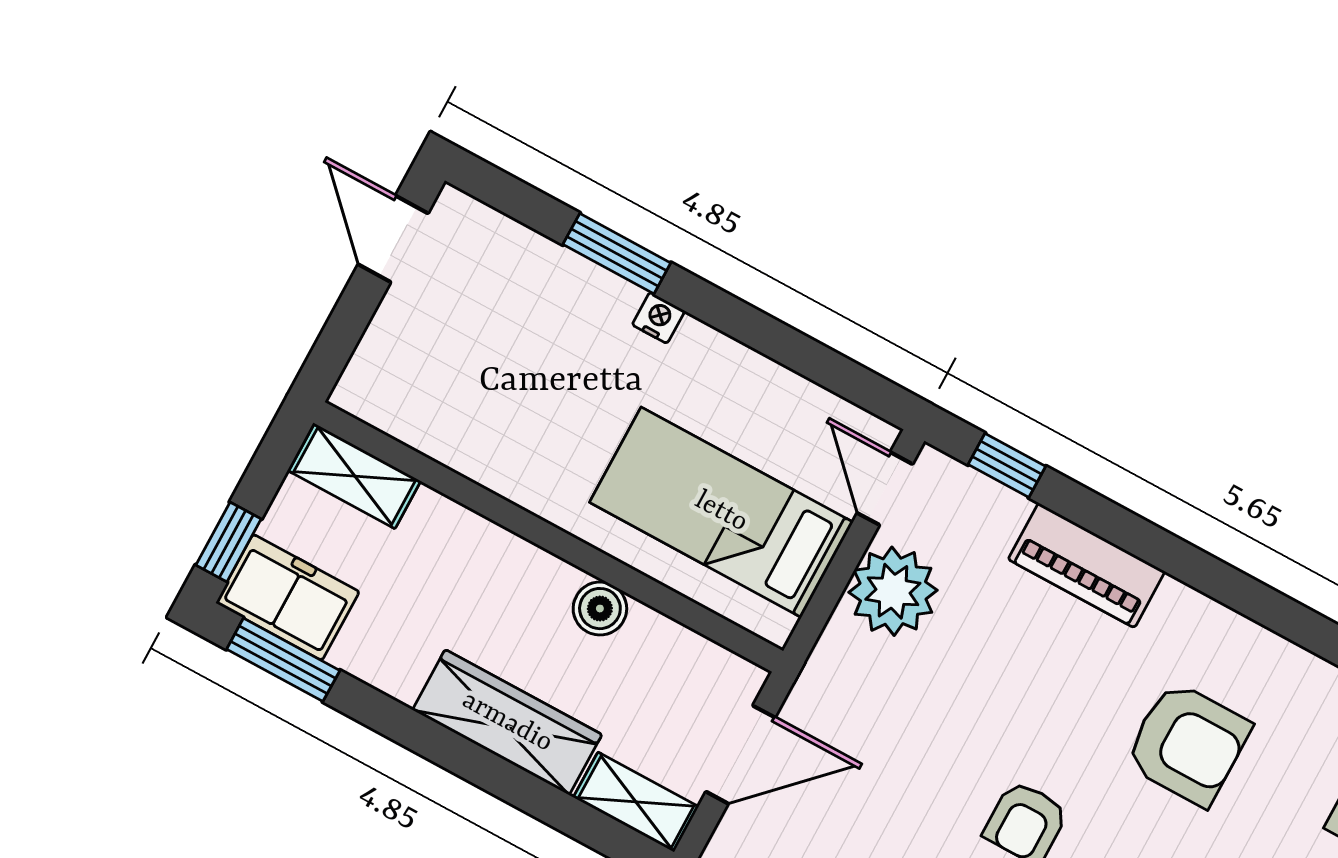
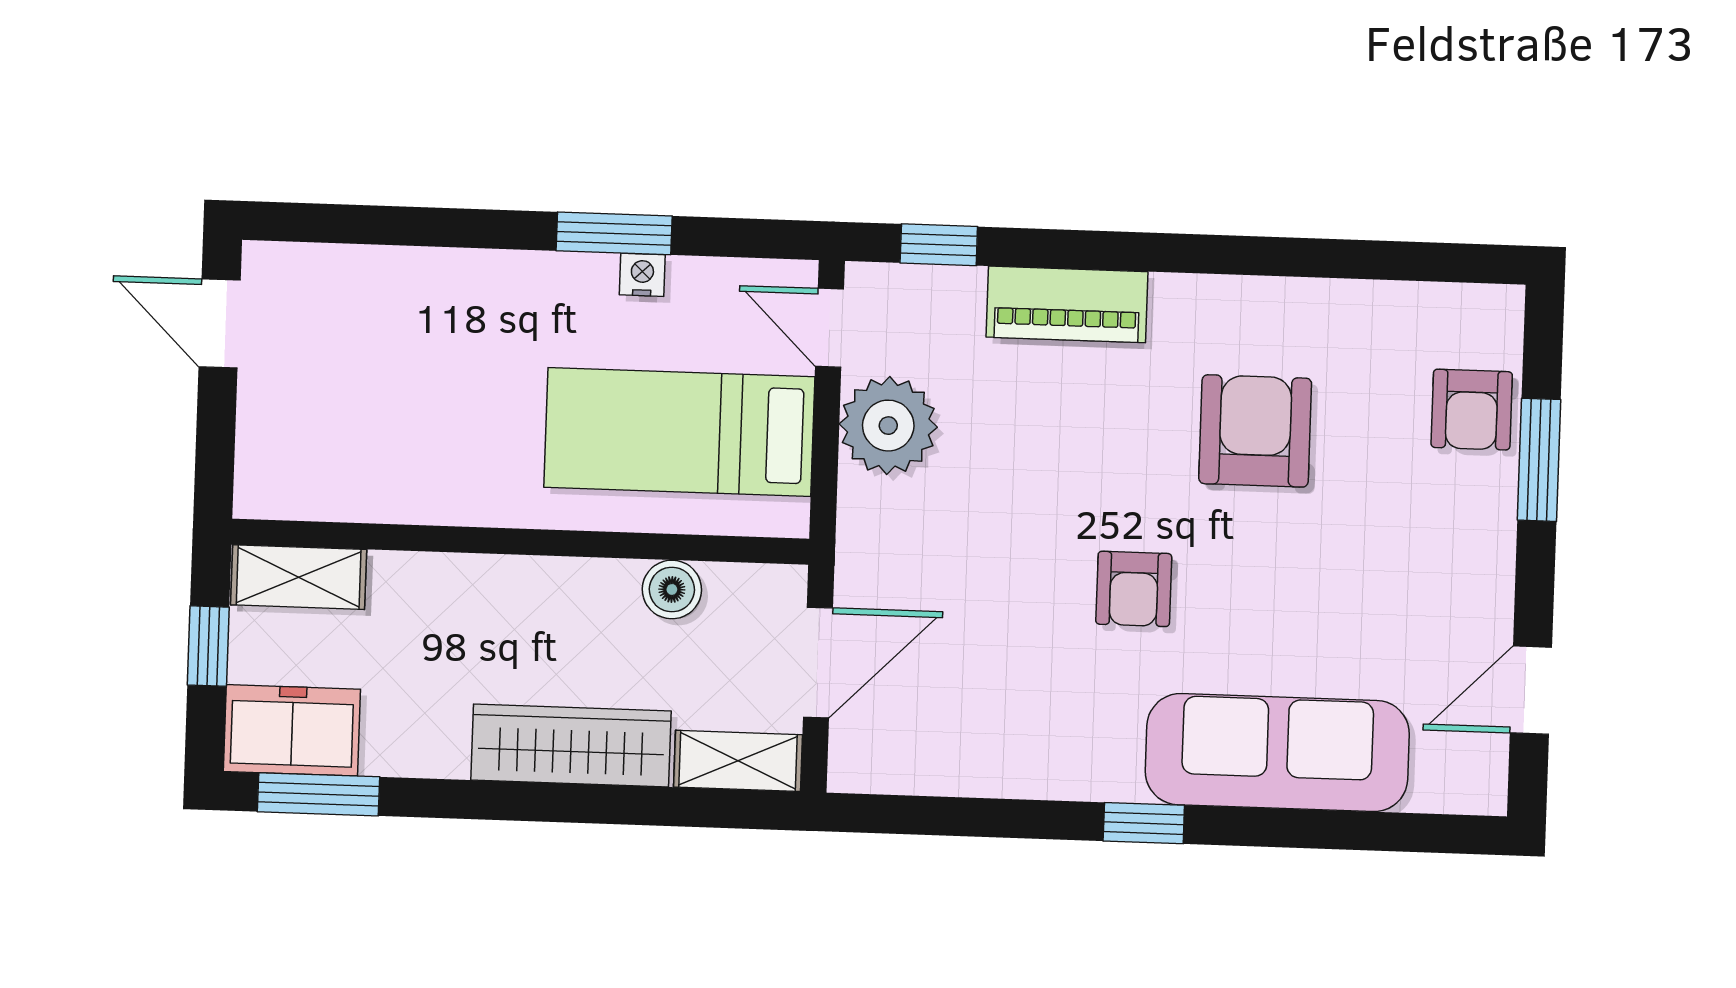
window: (617, 254) -> (614, 233), moved
nightstand: (658, 318) -> (642, 275), moved
window: (228, 542) -> (208, 646), moved
boiler: (600, 609) -> (672, 589), moved
armchair: (1188, 744) -> (1255, 431), turned -90

